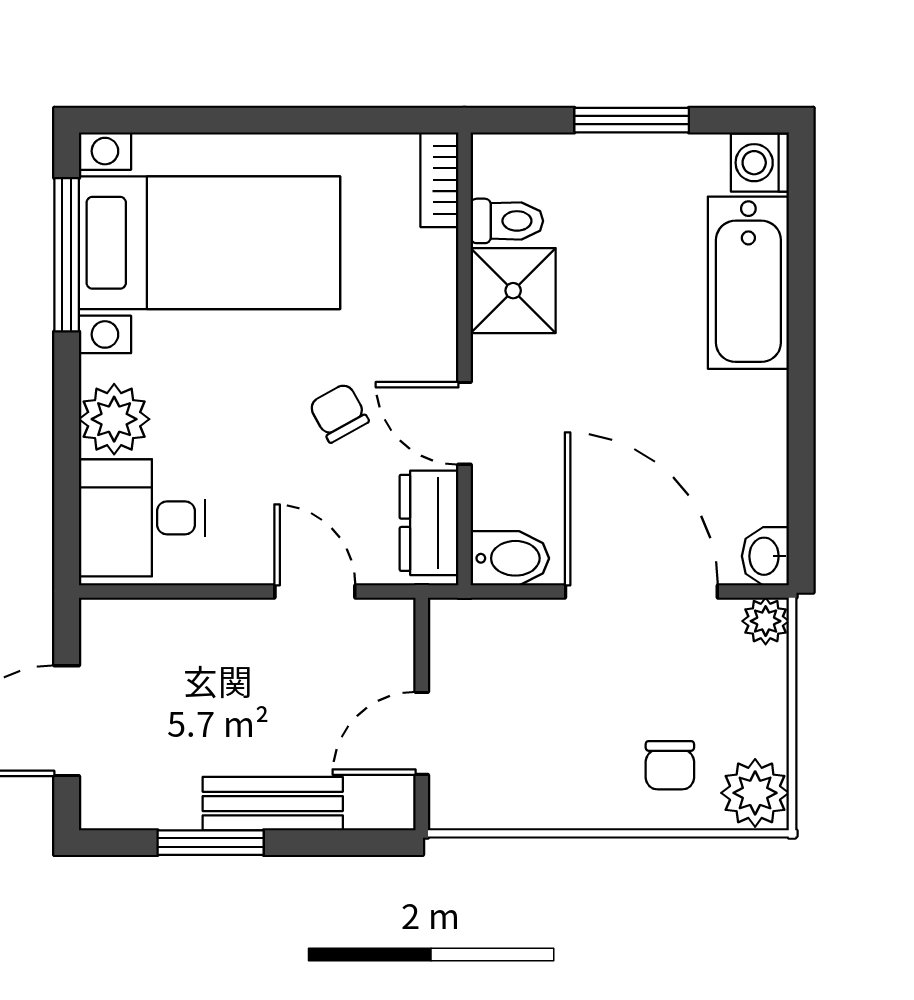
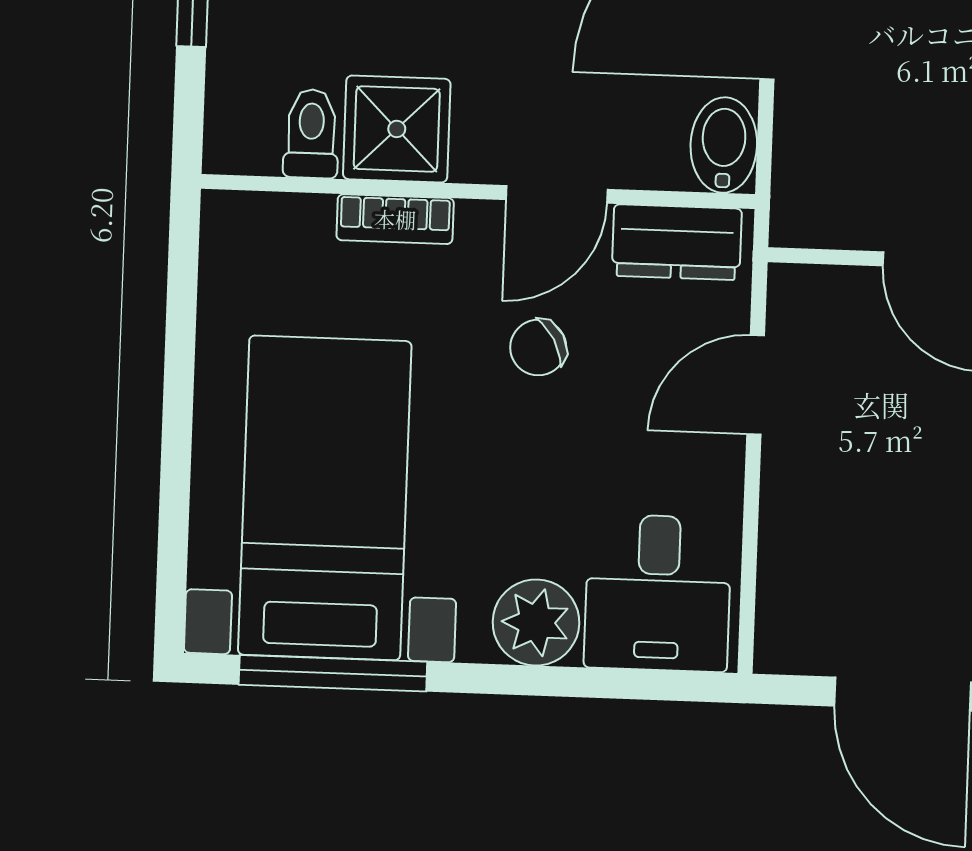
bookcase: (439, 180) -> (395, 219), moved

